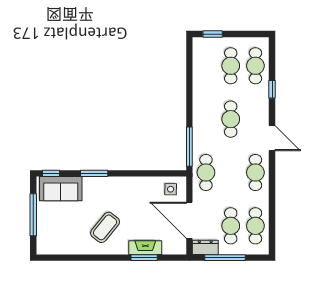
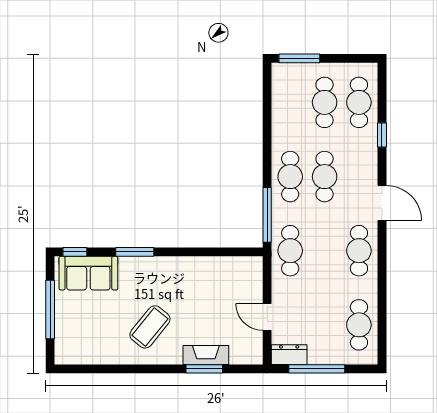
window: (213, 34) -> (299, 58), width x1.50
side table: (171, 189) -> (241, 274), removed
door: (189, 220) -> (267, 317), width x0.53
cafe table: (231, 226) -> (290, 177), moved

